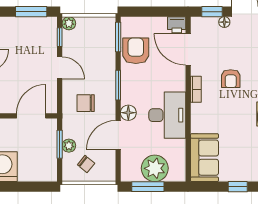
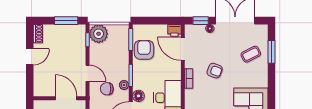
plant: (69, 23) -> (99, 34), width x1.87, depth x1.87
door: (60, 68) -> (87, 73), moved
armchair: (231, 79) -> (215, 71), turned -69
plant: (109, 98) -> (124, 85), added
door: (31, 116) -> (66, 98), hinge flipped

